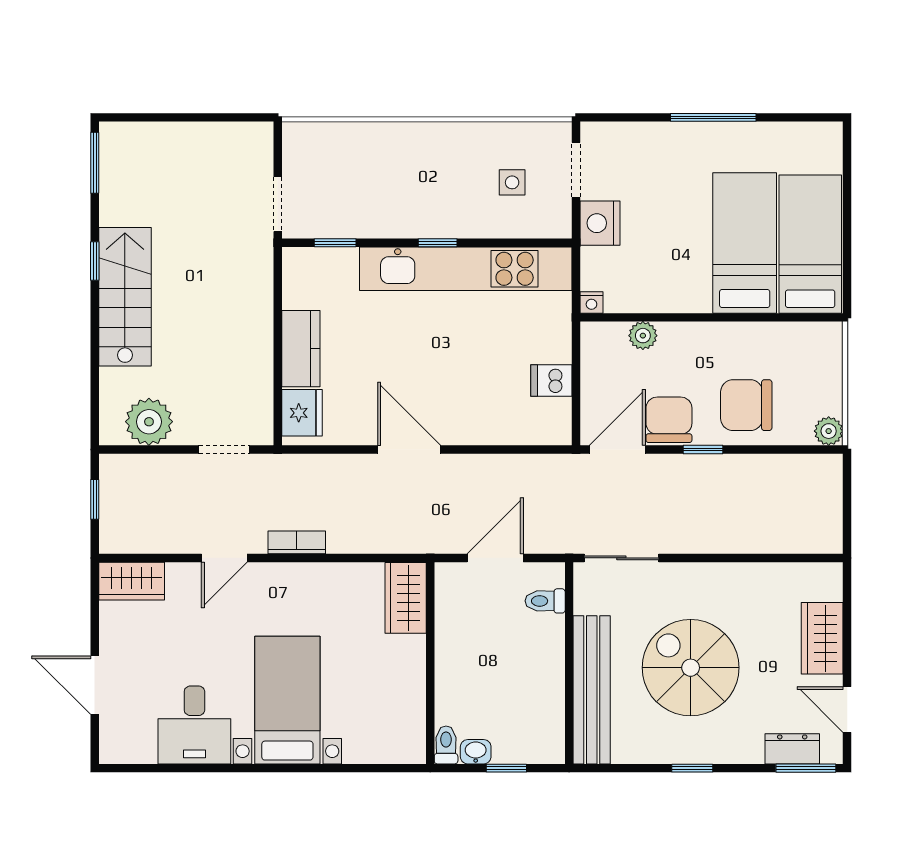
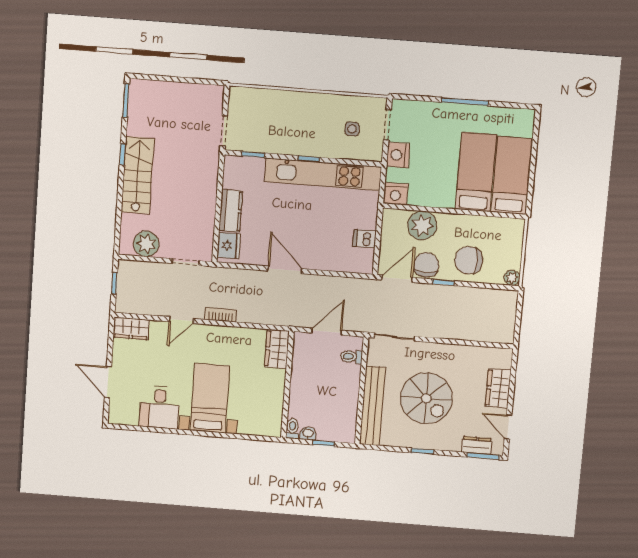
nightstand: (591, 303) -> (396, 194), width x1.89, depth x1.79
plant: (643, 336) -> (422, 225), width x1.88, depth x1.88
spiral stairs: (691, 668) -> (426, 398), turned 180

